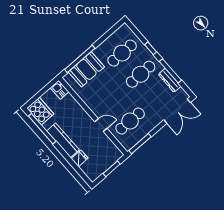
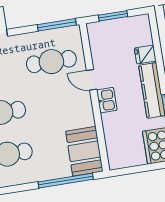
booth: (86, 69) -> (84, 151), moved, turned 90
kitchen sink: (60, 90) -> (107, 100), moved

